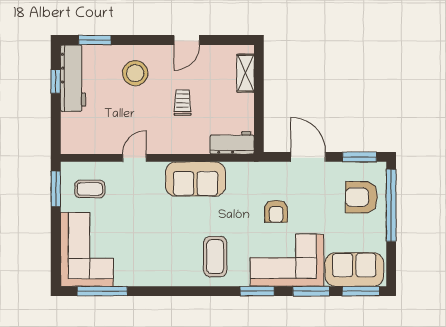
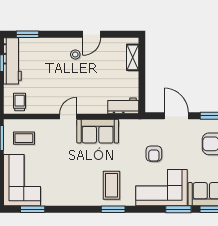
stool: (135, 73) -> (75, 54), moved, width x0.53, depth x0.53
trolley: (183, 103) -> (20, 102), moved
door: (134, 158) -> (68, 116), moved
window: (102, 291) -> (33, 209), width x0.69
window: (257, 291) -> (113, 209), moved

